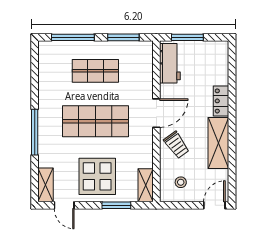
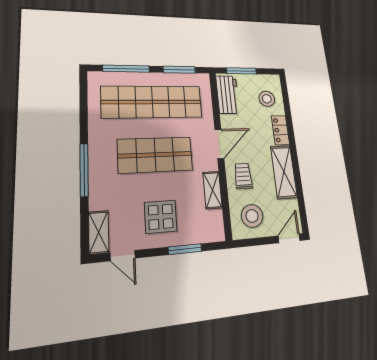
stool: (211, 68) -> (267, 99), added
shop shelf: (95, 71) -> (152, 102), width x2.00, depth x1.36
trolley: (176, 145) -> (243, 176), turned -144
display table: (97, 176) -> (161, 217), width x0.73, depth x0.73
stool: (181, 182) -> (252, 216), width x1.89, depth x1.89
shelving: (146, 185) -> (212, 190), moved

